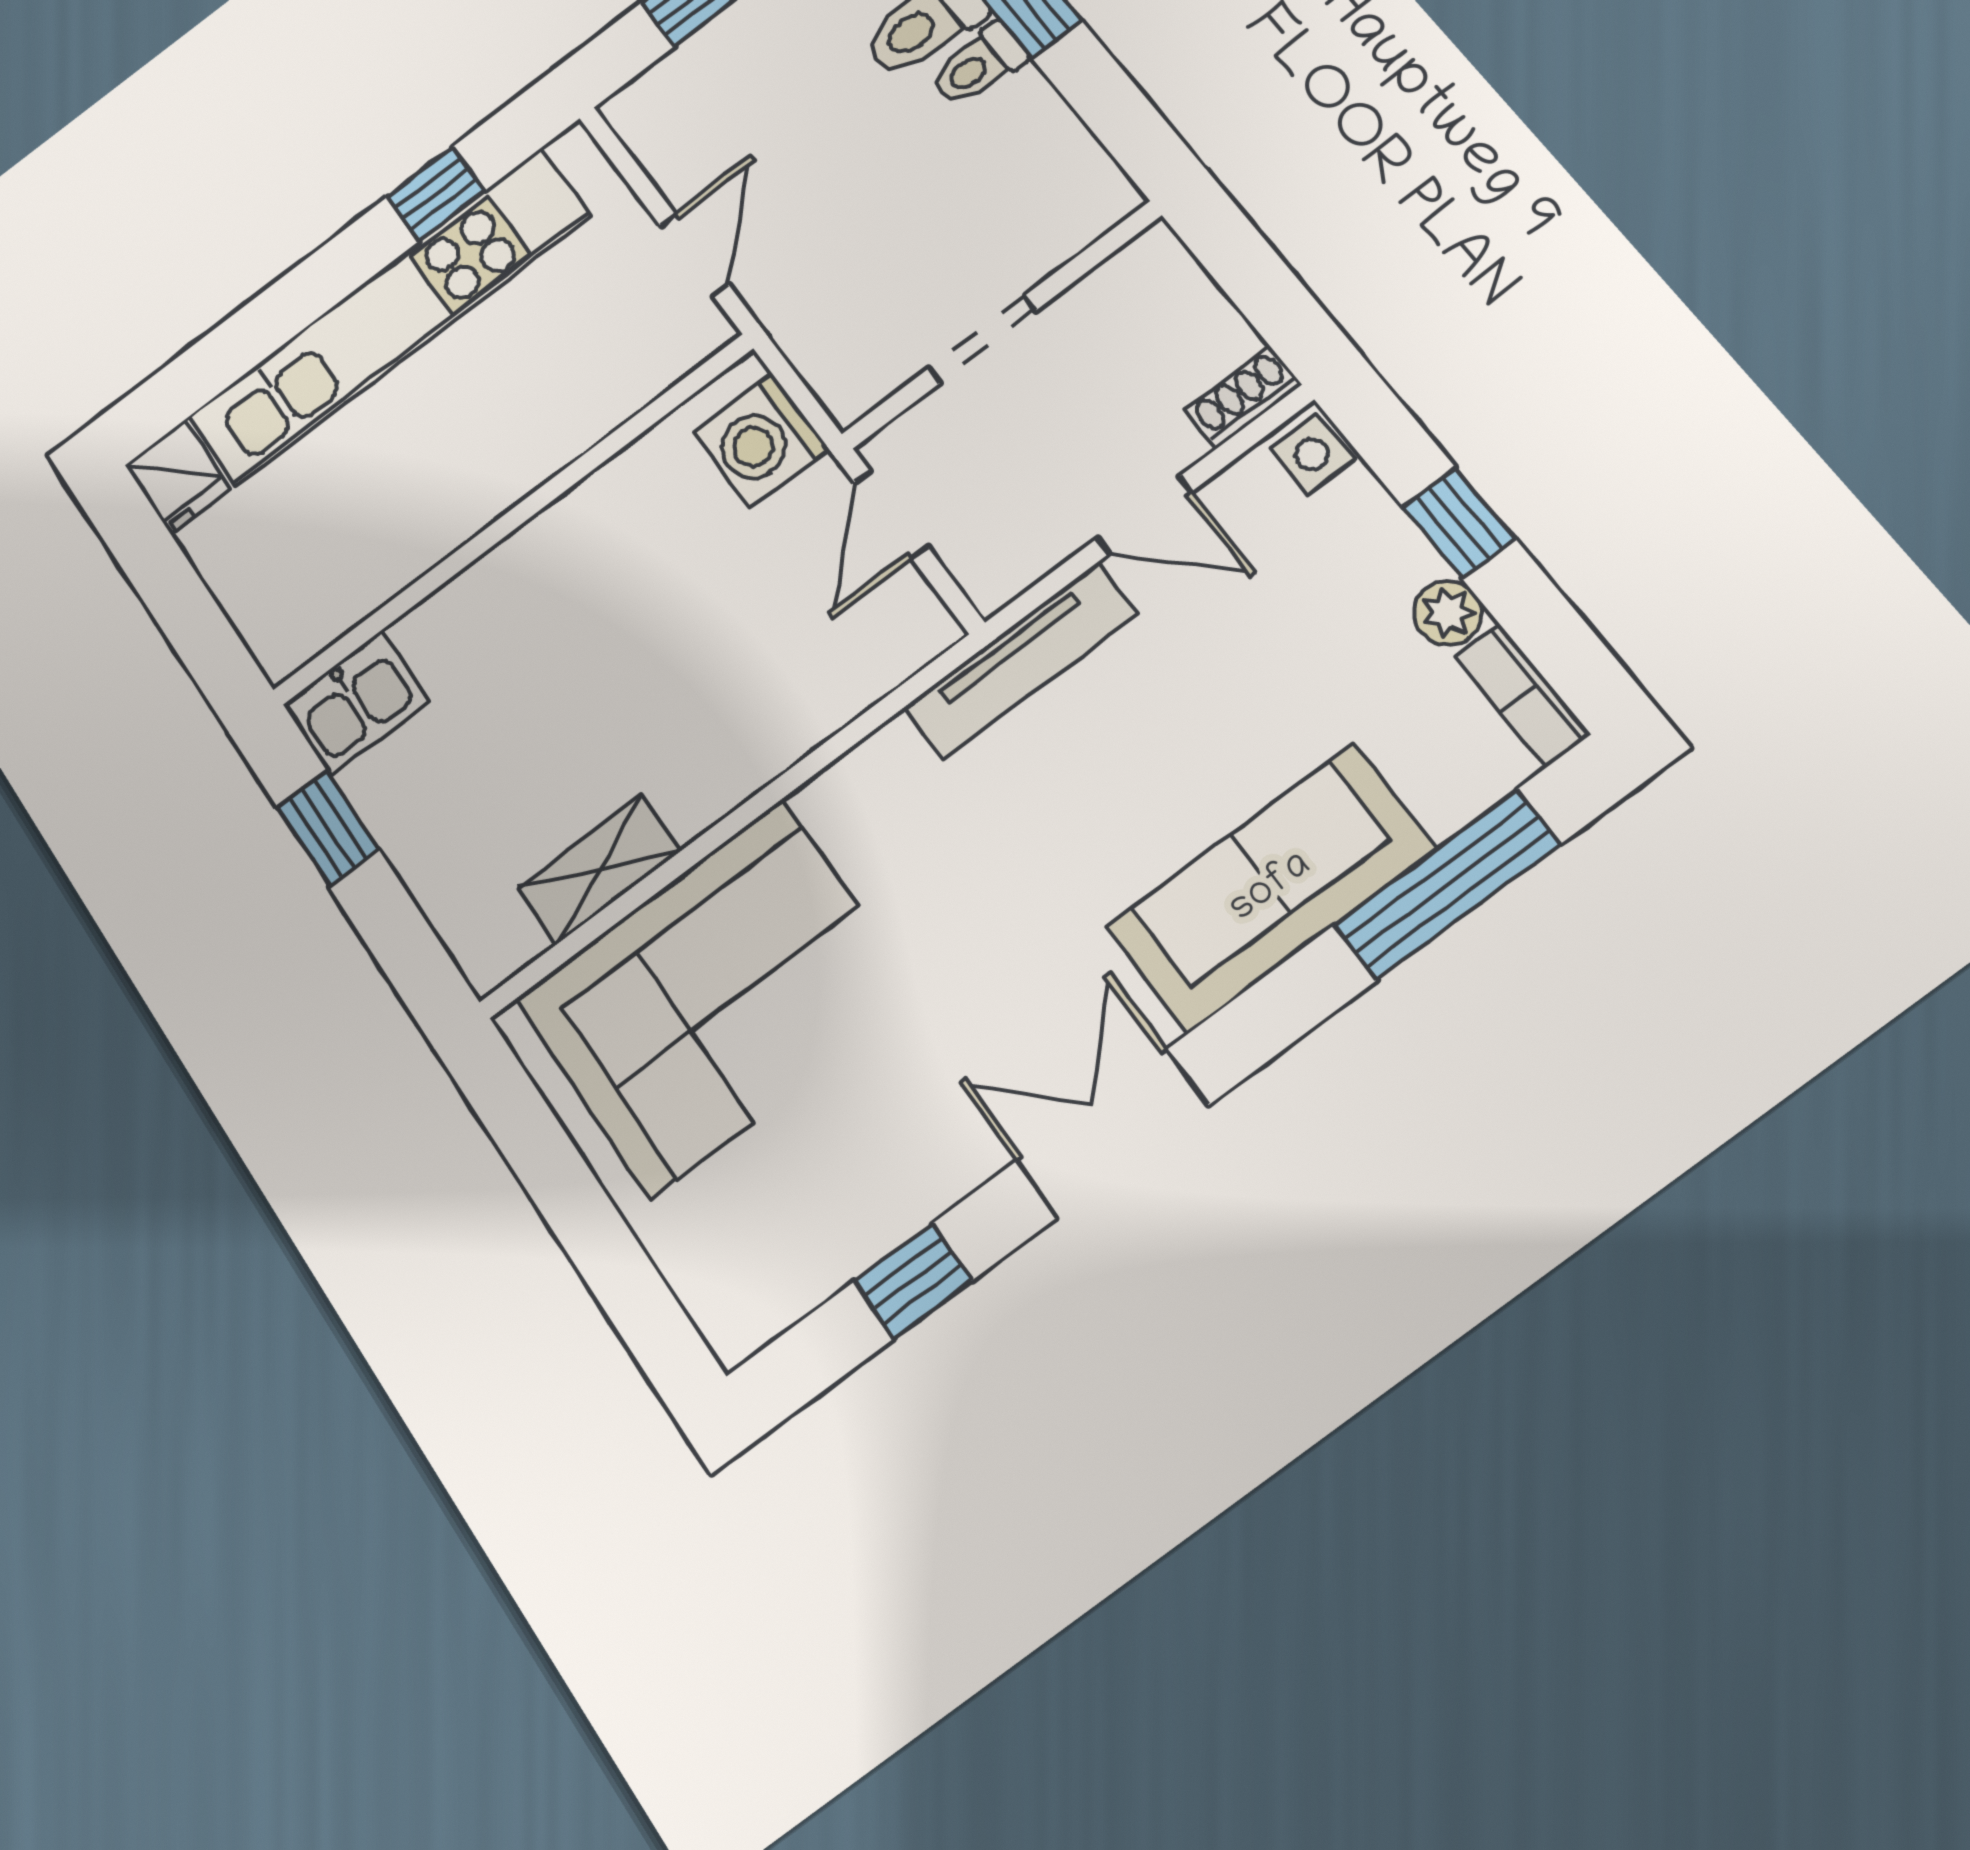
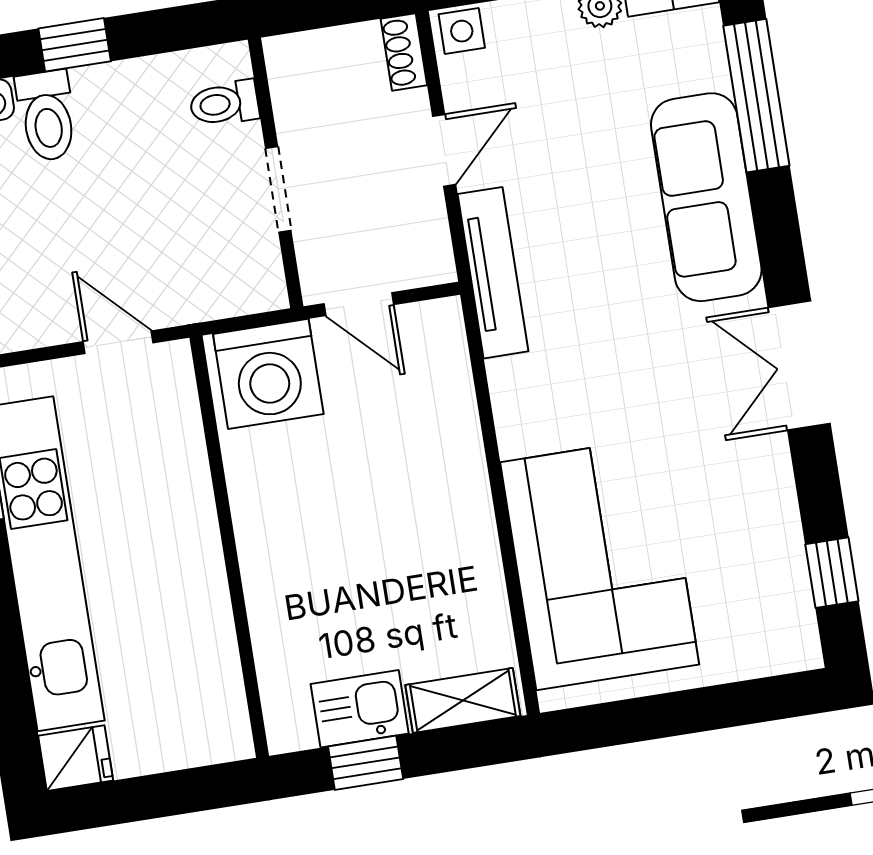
toilet: (978, 65) -> (224, 103), moved, turned 90
washing machine: (761, 441) -> (268, 374), width x1.37, depth x1.37
kitchen sink: (356, 703) -> (360, 709), moved, turned -90
shelving: (599, 870) -> (463, 700), moved, turned 90
window: (913, 1281) -> (832, 573), moved

